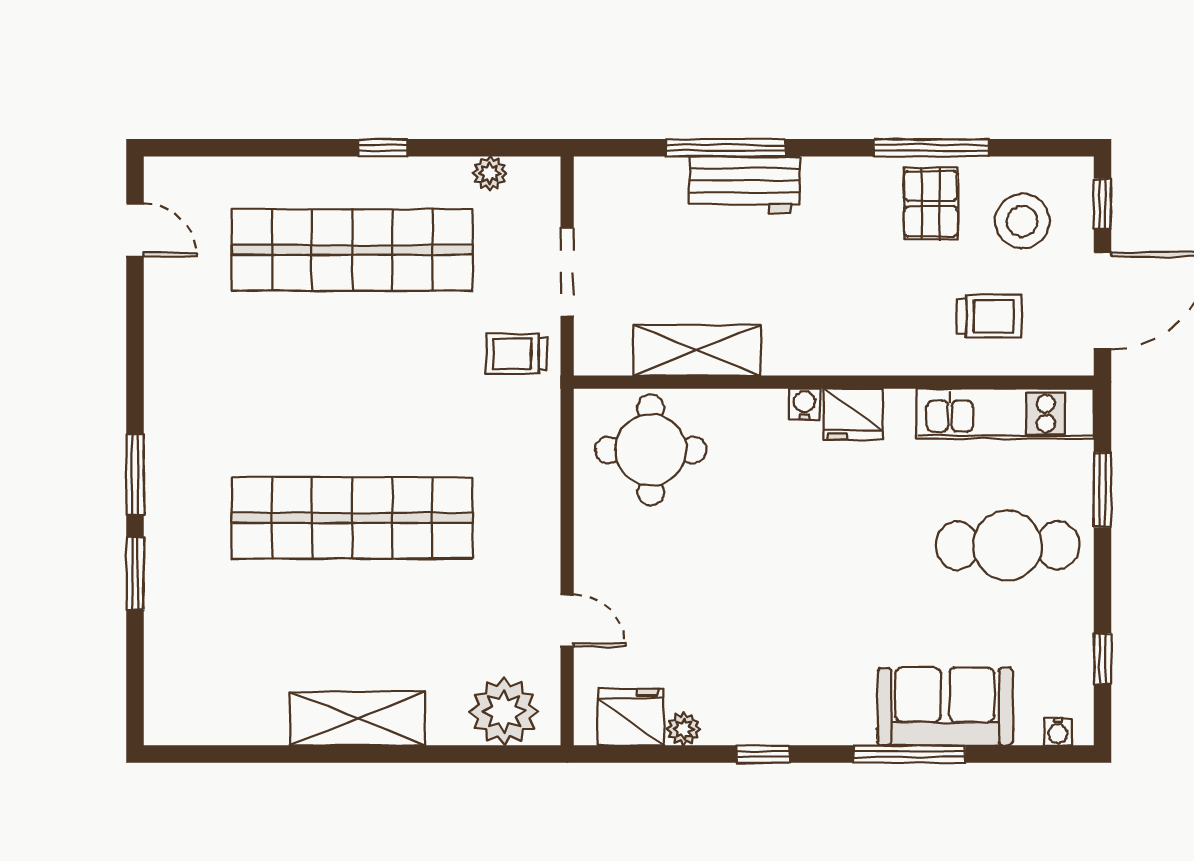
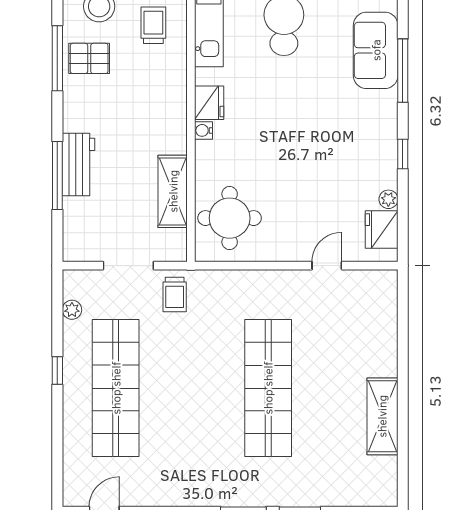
plant: (504, 711) -> (378, 302), removed
shelving: (358, 718) -> (382, 416), moved

